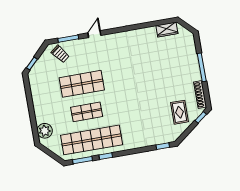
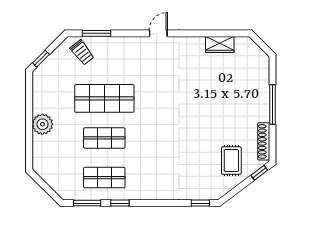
wardrobe: (167, 30) -> (220, 45), moved
door: (94, 34) -> (158, 33), moved
plant: (45, 131) -> (42, 124), moved
shop shelf: (92, 140) -> (104, 178), width x0.50, depth x0.74

